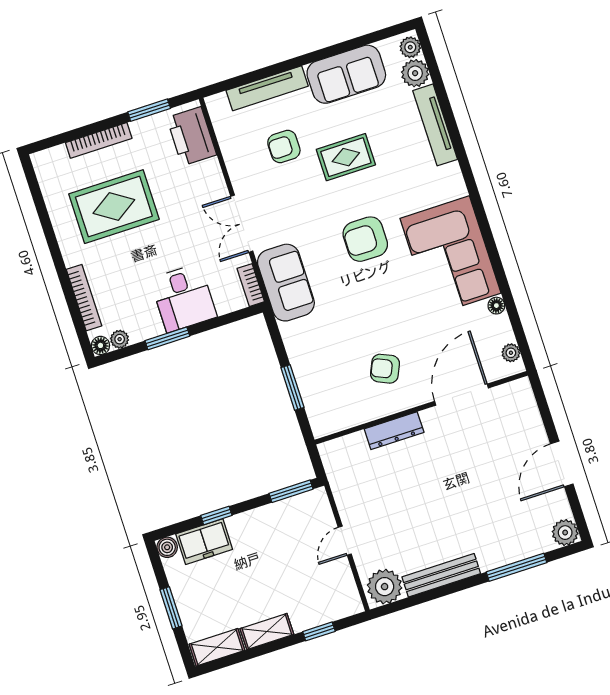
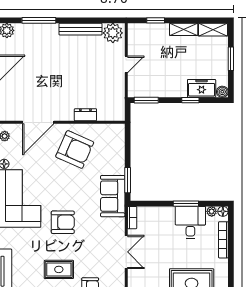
sofa: (286, 283) -> (113, 196), moved
desk: (183, 298) -> (190, 222), moved
armchair: (385, 369) -> (75, 149), width x1.88, depth x1.88
window: (292, 388) -> (128, 180), moved
dresser: (394, 431) -> (85, 115), width x0.70

